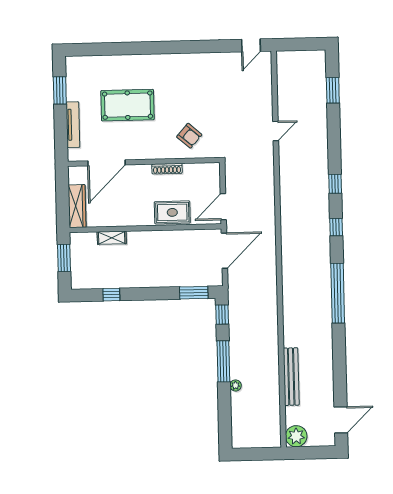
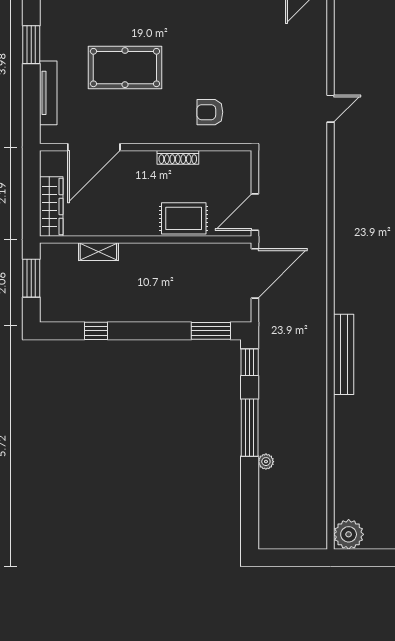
armchair: (189, 136) -> (210, 112), turned 139
bench: (291, 377) -> (344, 354), moved

